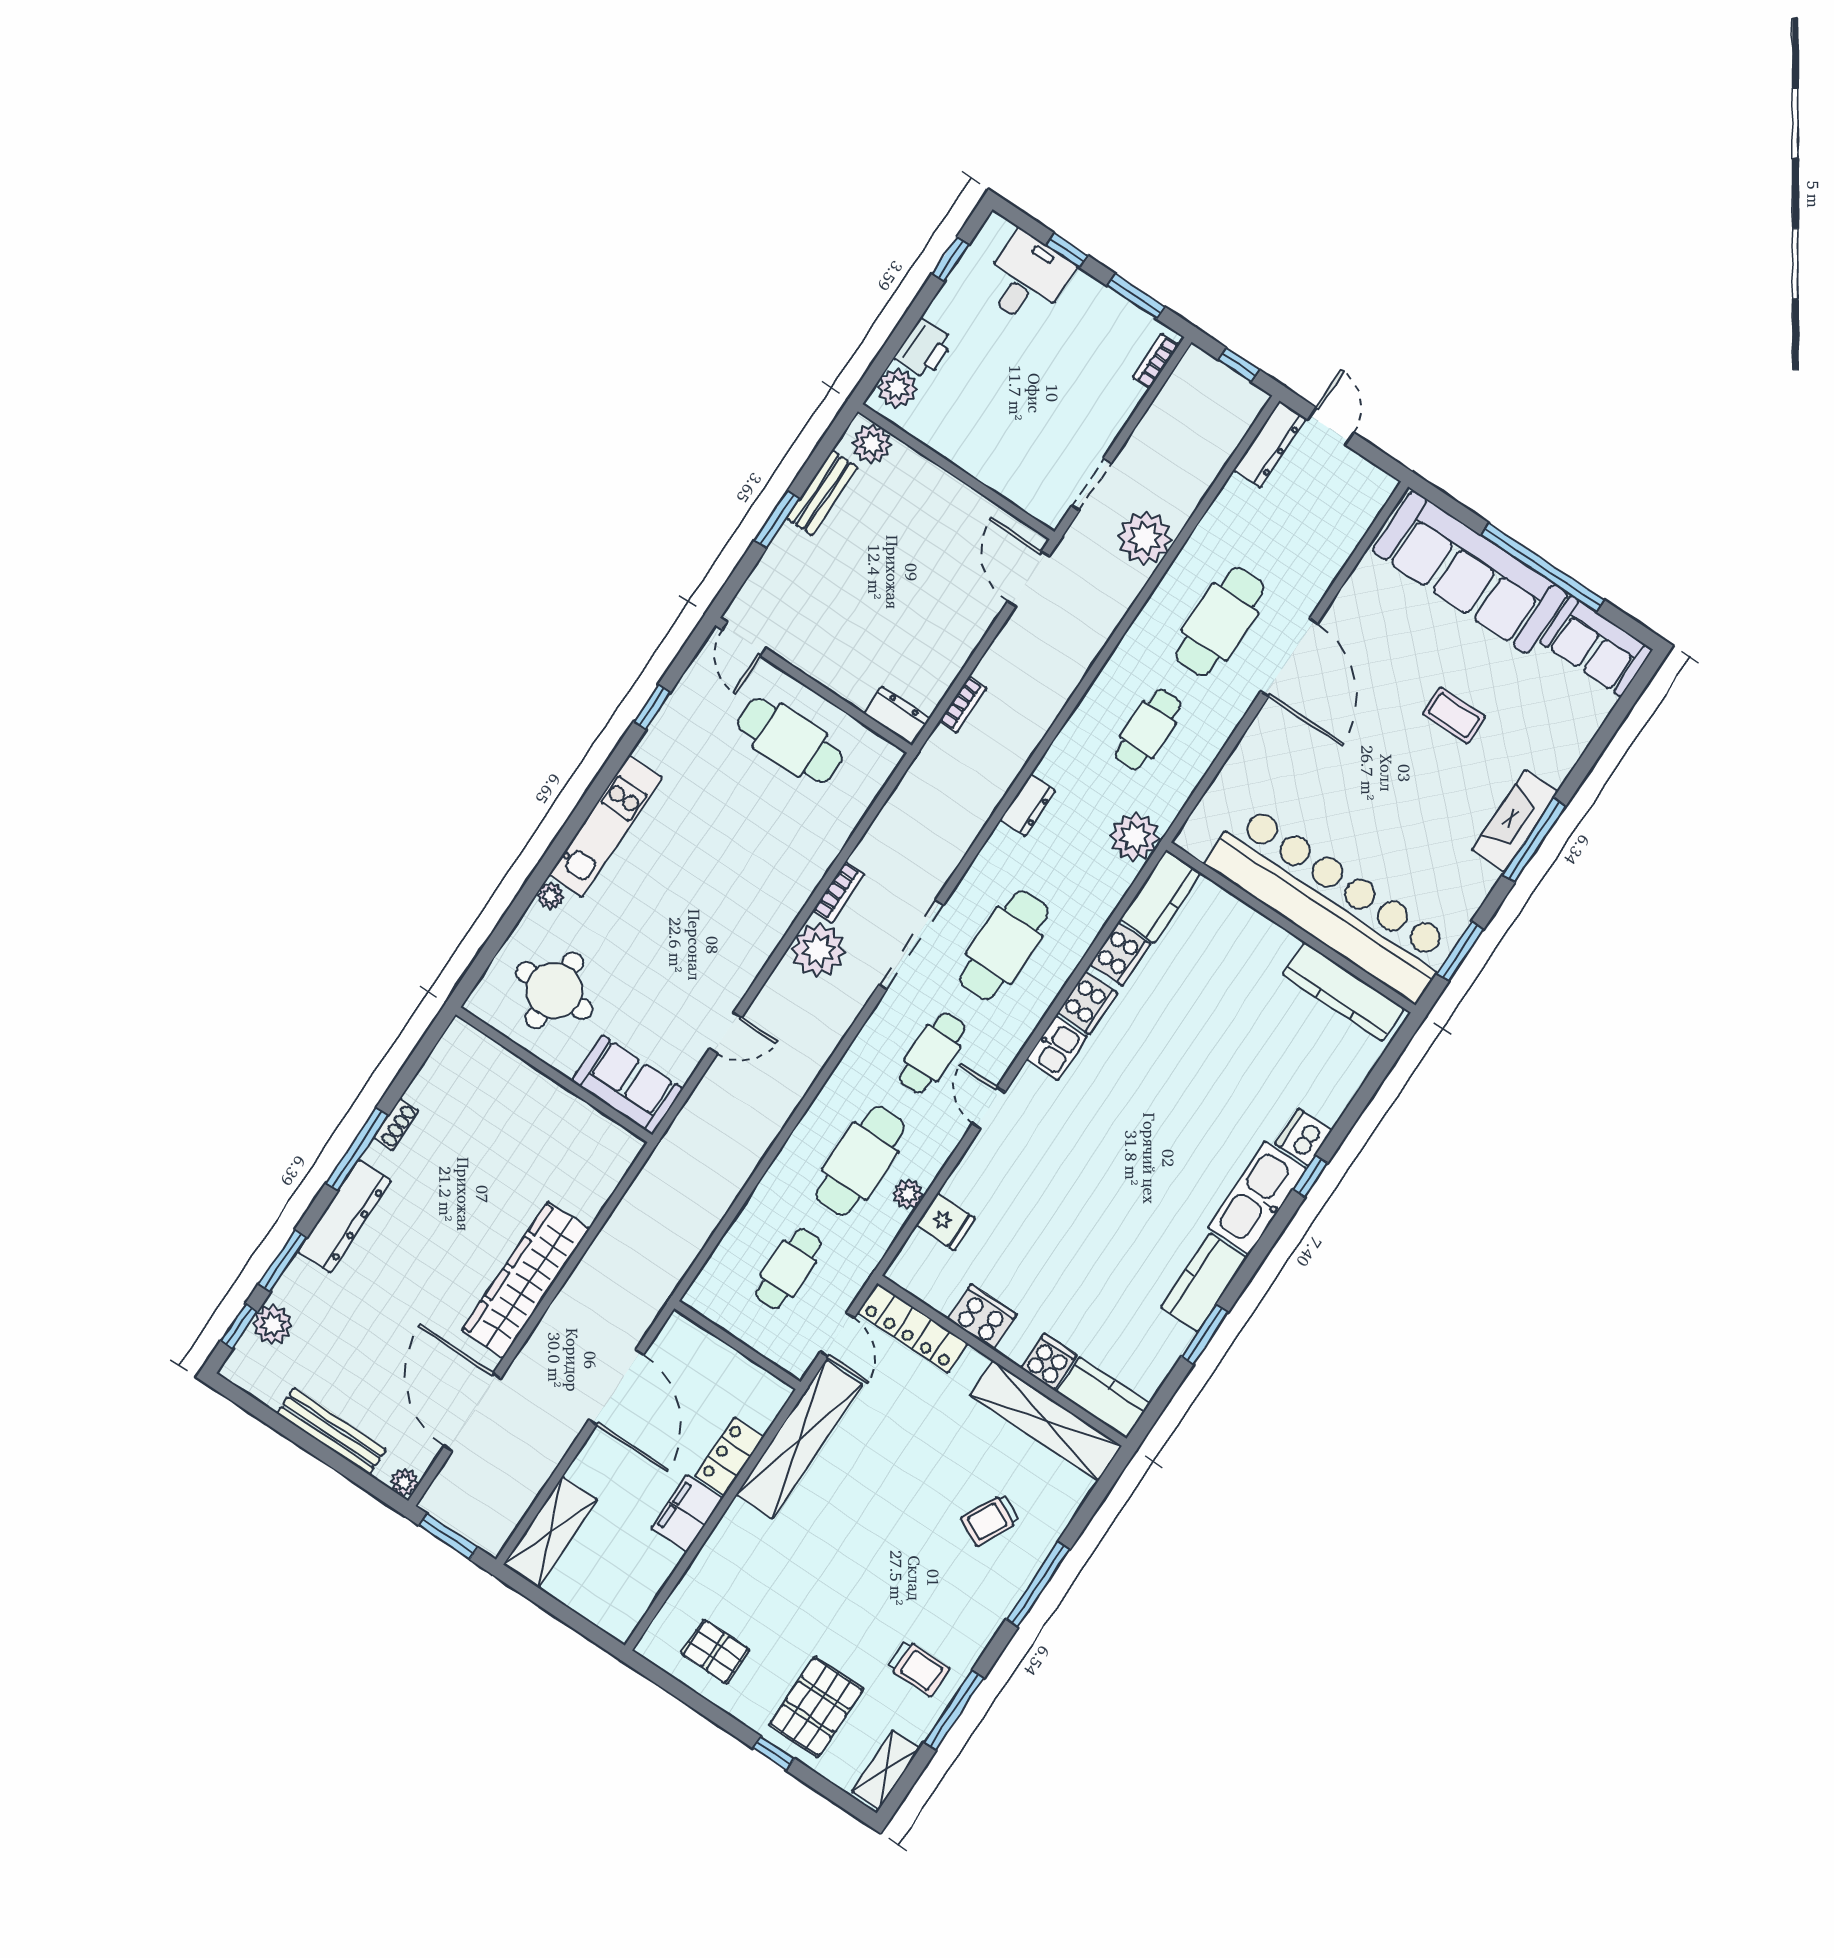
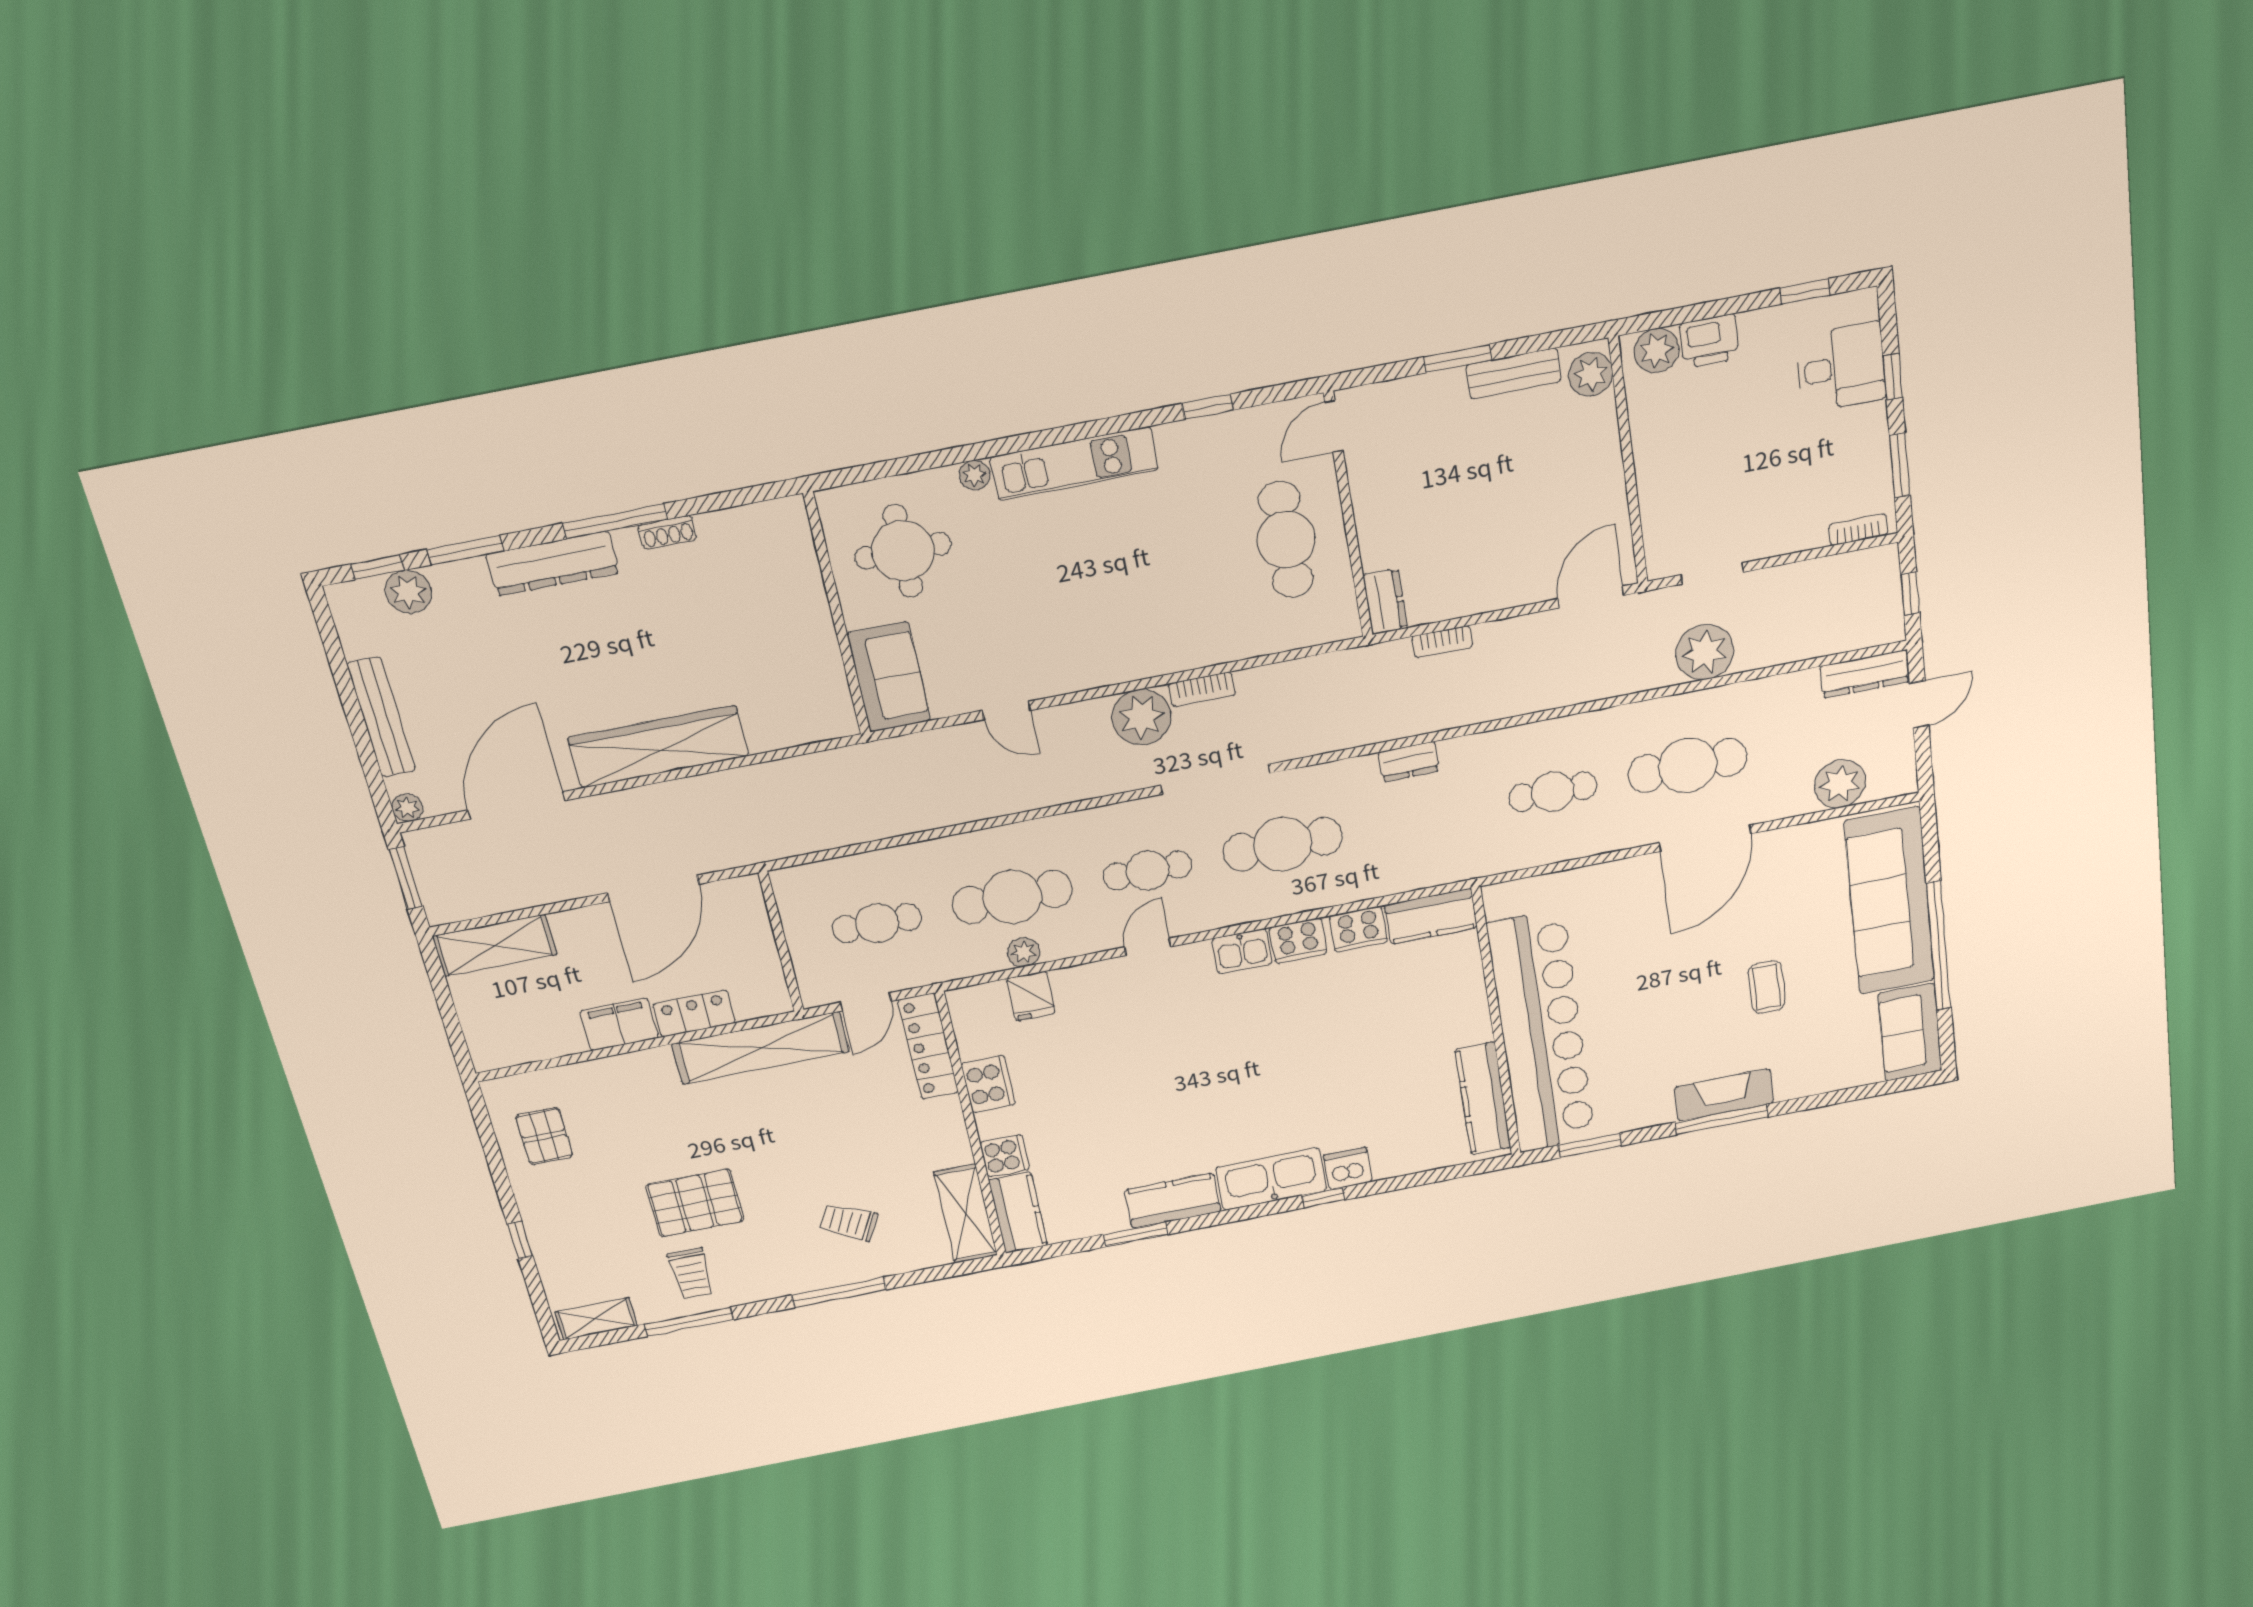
plant: (1135, 837) -> (1840, 784), moved
shelving: (1046, 1421) -> (965, 1214), width x0.68
pallet: (816, 1707) -> (695, 1203), moved

